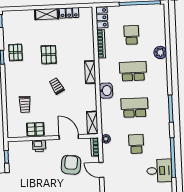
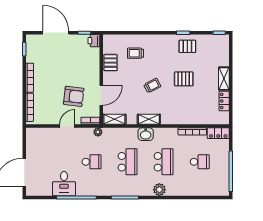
plant: (160, 52) -> (159, 190), moved
shelving: (90, 72) -> (149, 119), moved
printer: (39, 146) -> (94, 41), moved

